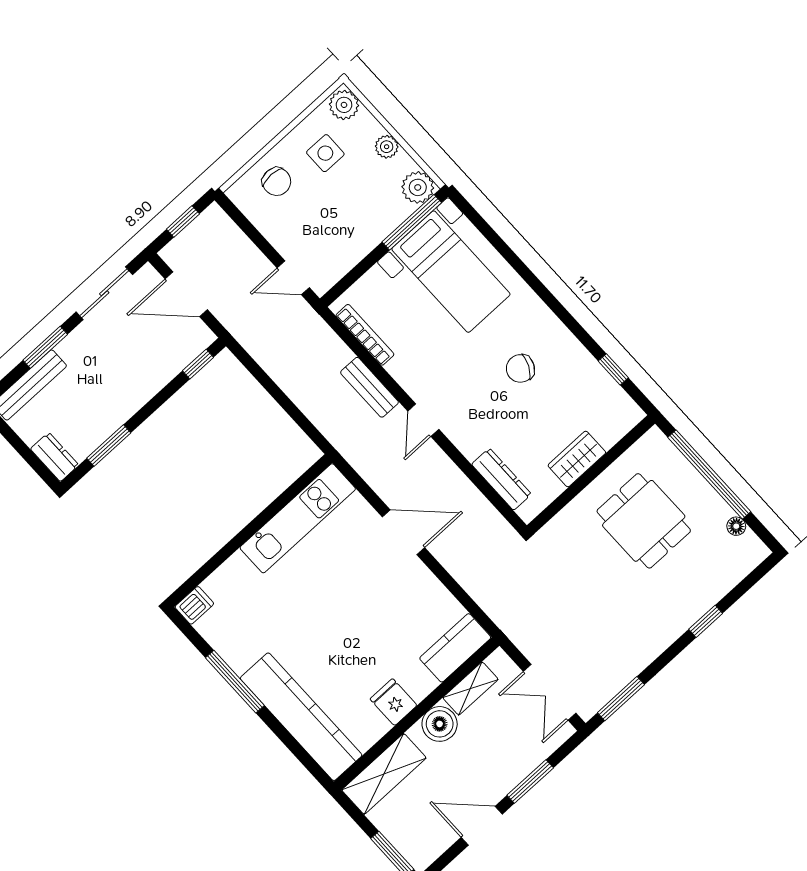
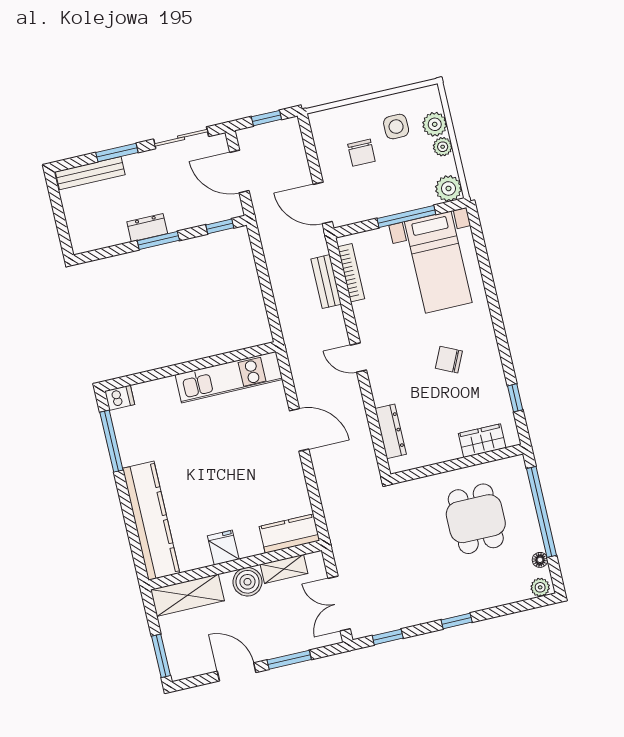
plant: (344, 105) -> (435, 124), moved
chair: (277, 182) -> (361, 153), moved
window: (412, 222) -> (406, 216), moved
door: (293, 278) -> (323, 203), width x1.38
bench: (369, 387) -> (326, 282), moved
door: (423, 420) -> (358, 358), hinge flipped
window: (109, 446) -> (158, 240), moved
dresser: (55, 457) -> (147, 228), moved, turned -90
wardrobe: (577, 459) -> (482, 441), moved
plant: (753, 555) -> (540, 587), added
window: (706, 621) -> (457, 621), moved
window: (235, 682) -> (111, 441), moved
window: (621, 699) -> (388, 637), width x0.67

